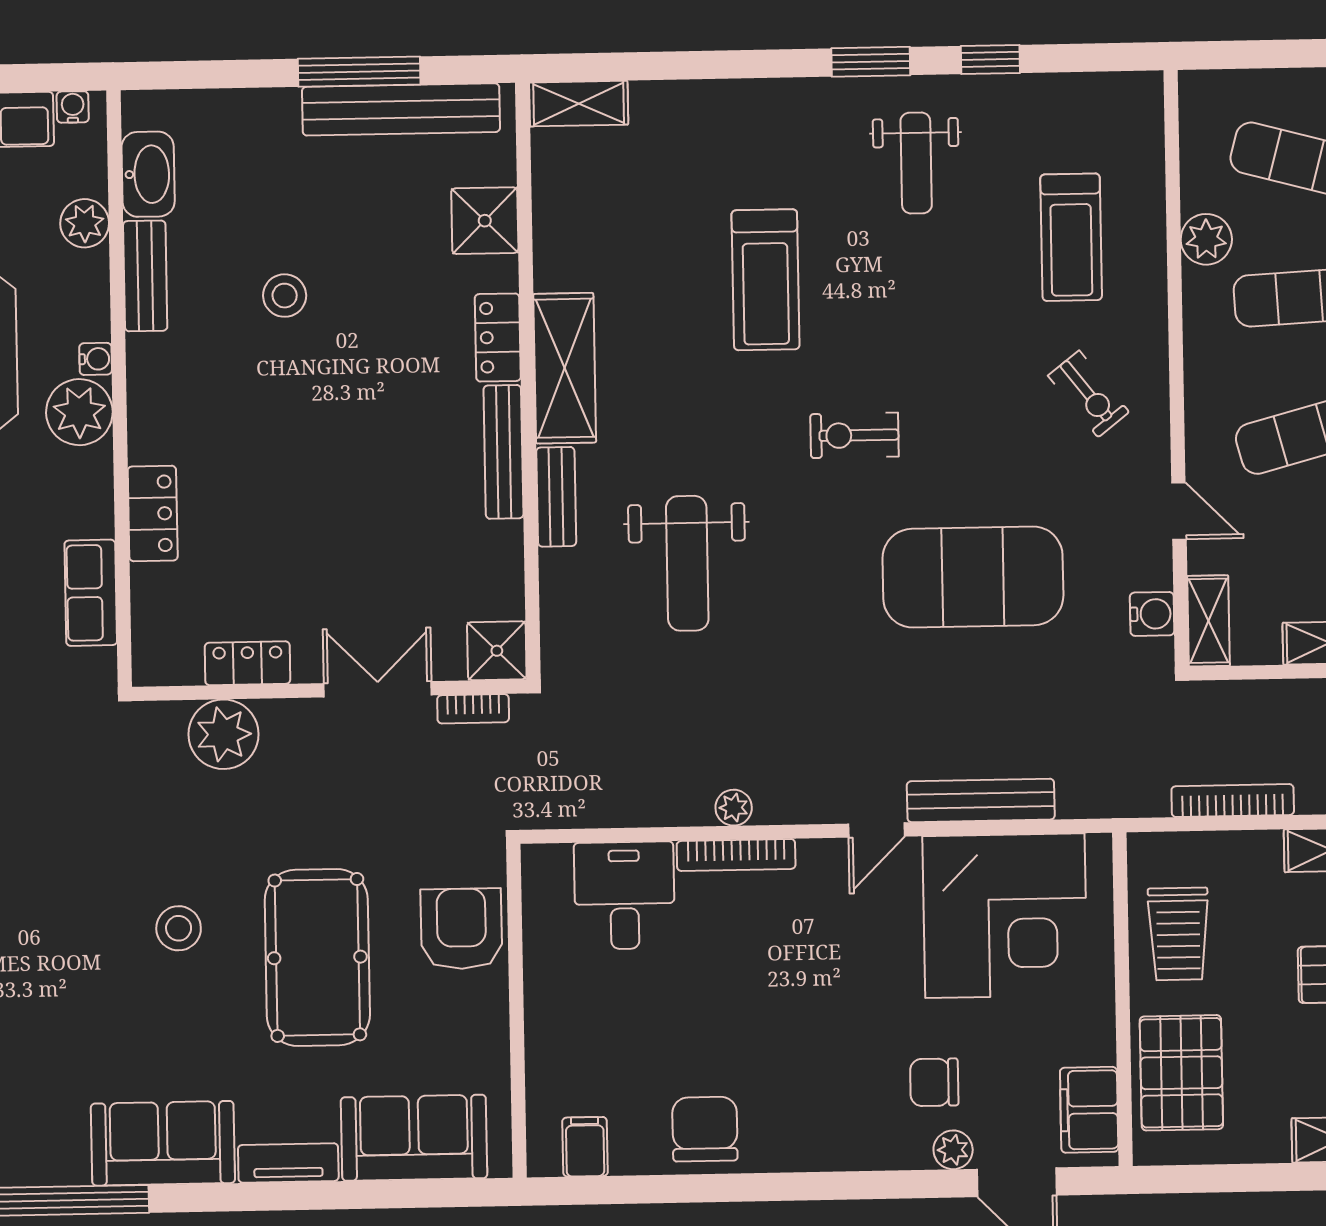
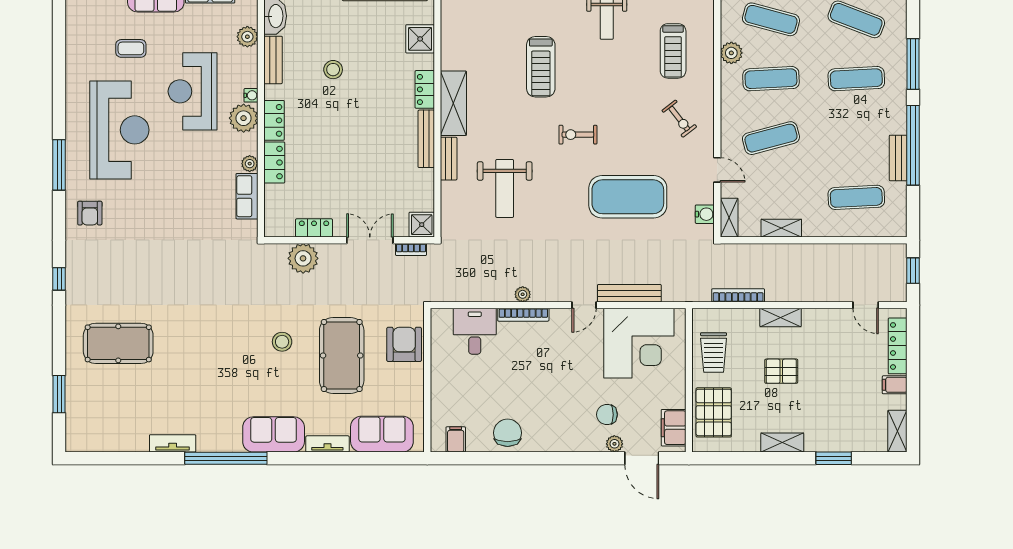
locker: (150, 416) -> (274, 120), added
plant: (96, 517) -> (250, 164), added

